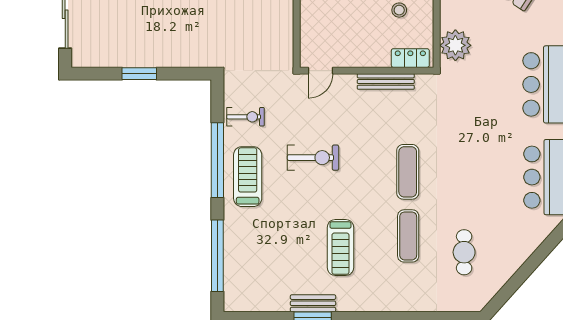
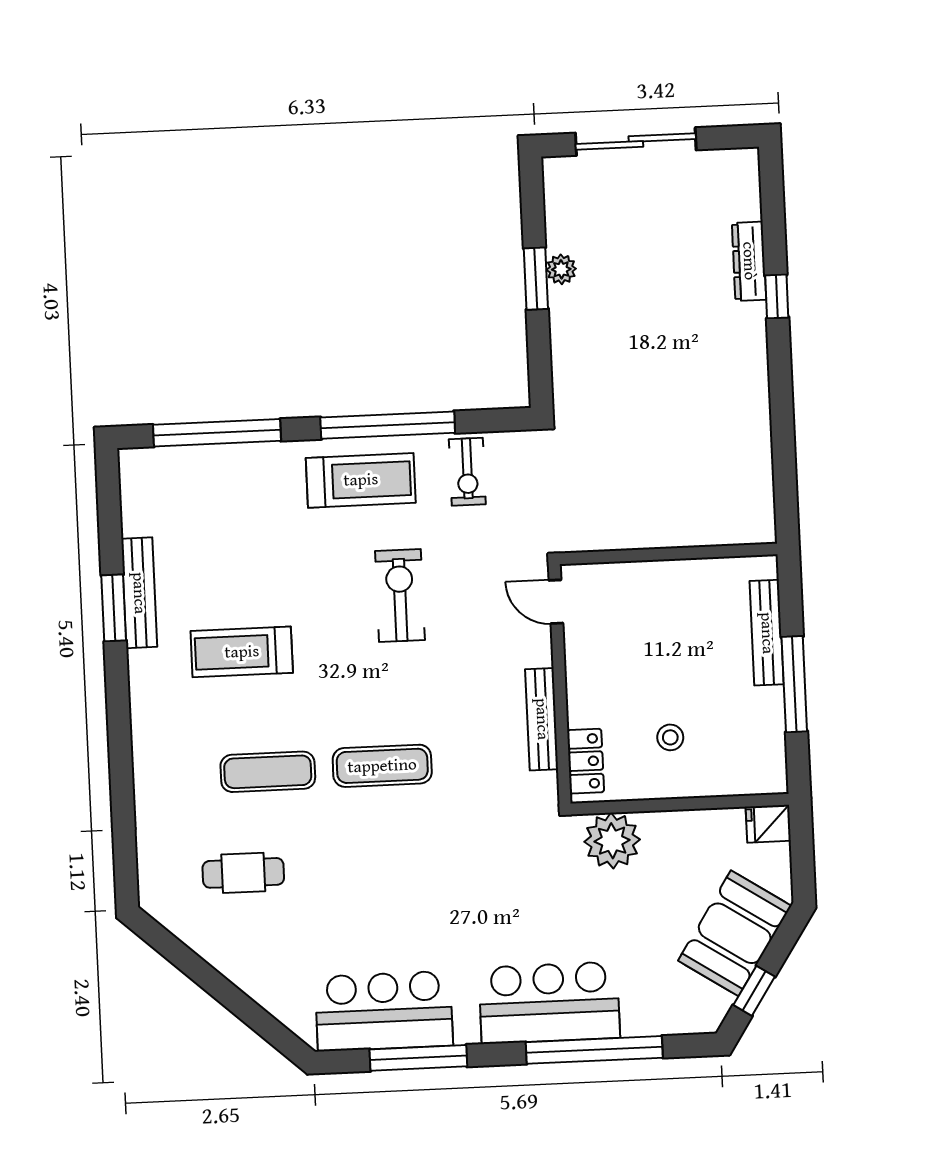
plant: (135, 59) -> (561, 269), added
exercise bike: (313, 158) -> (400, 595), turned 180
bench: (313, 303) -> (139, 593), width x1.36

